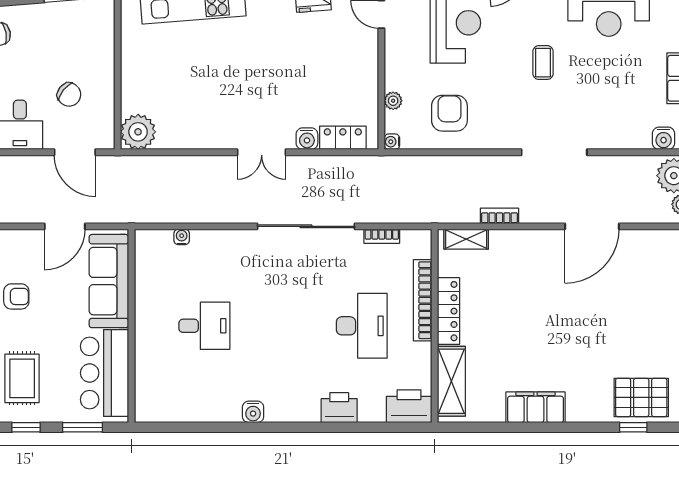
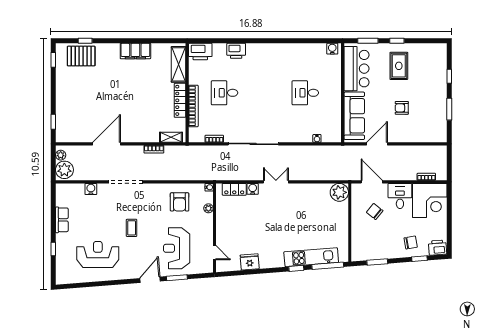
water cooler: (664, 138) -> (91, 189), moved
desk: (362, 326) -> (225, 93), width x0.73
water cooler: (253, 412) -> (332, 49), moved

